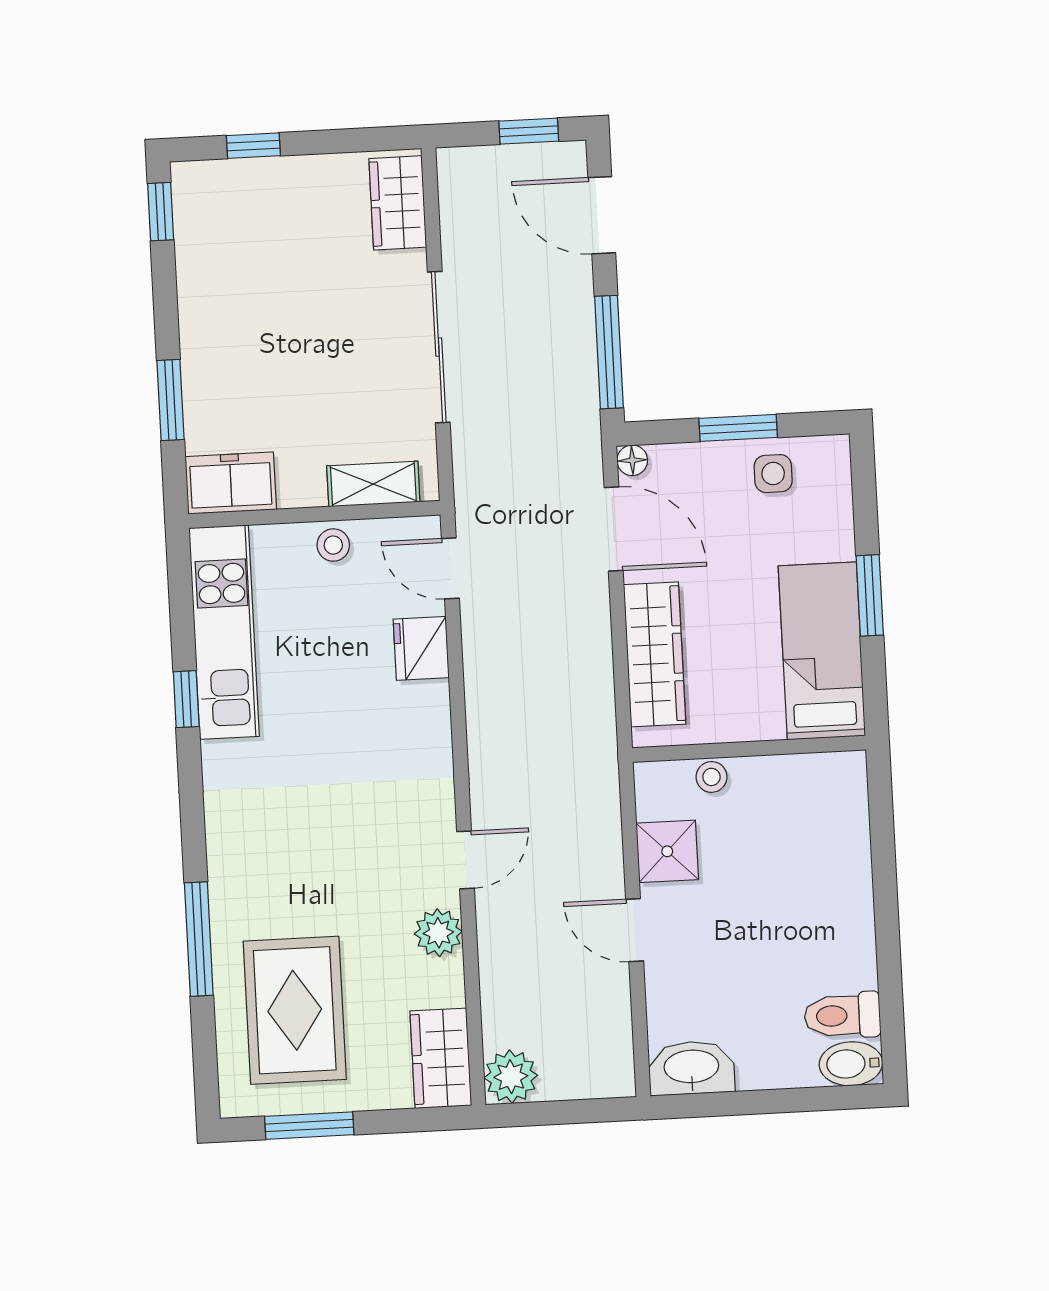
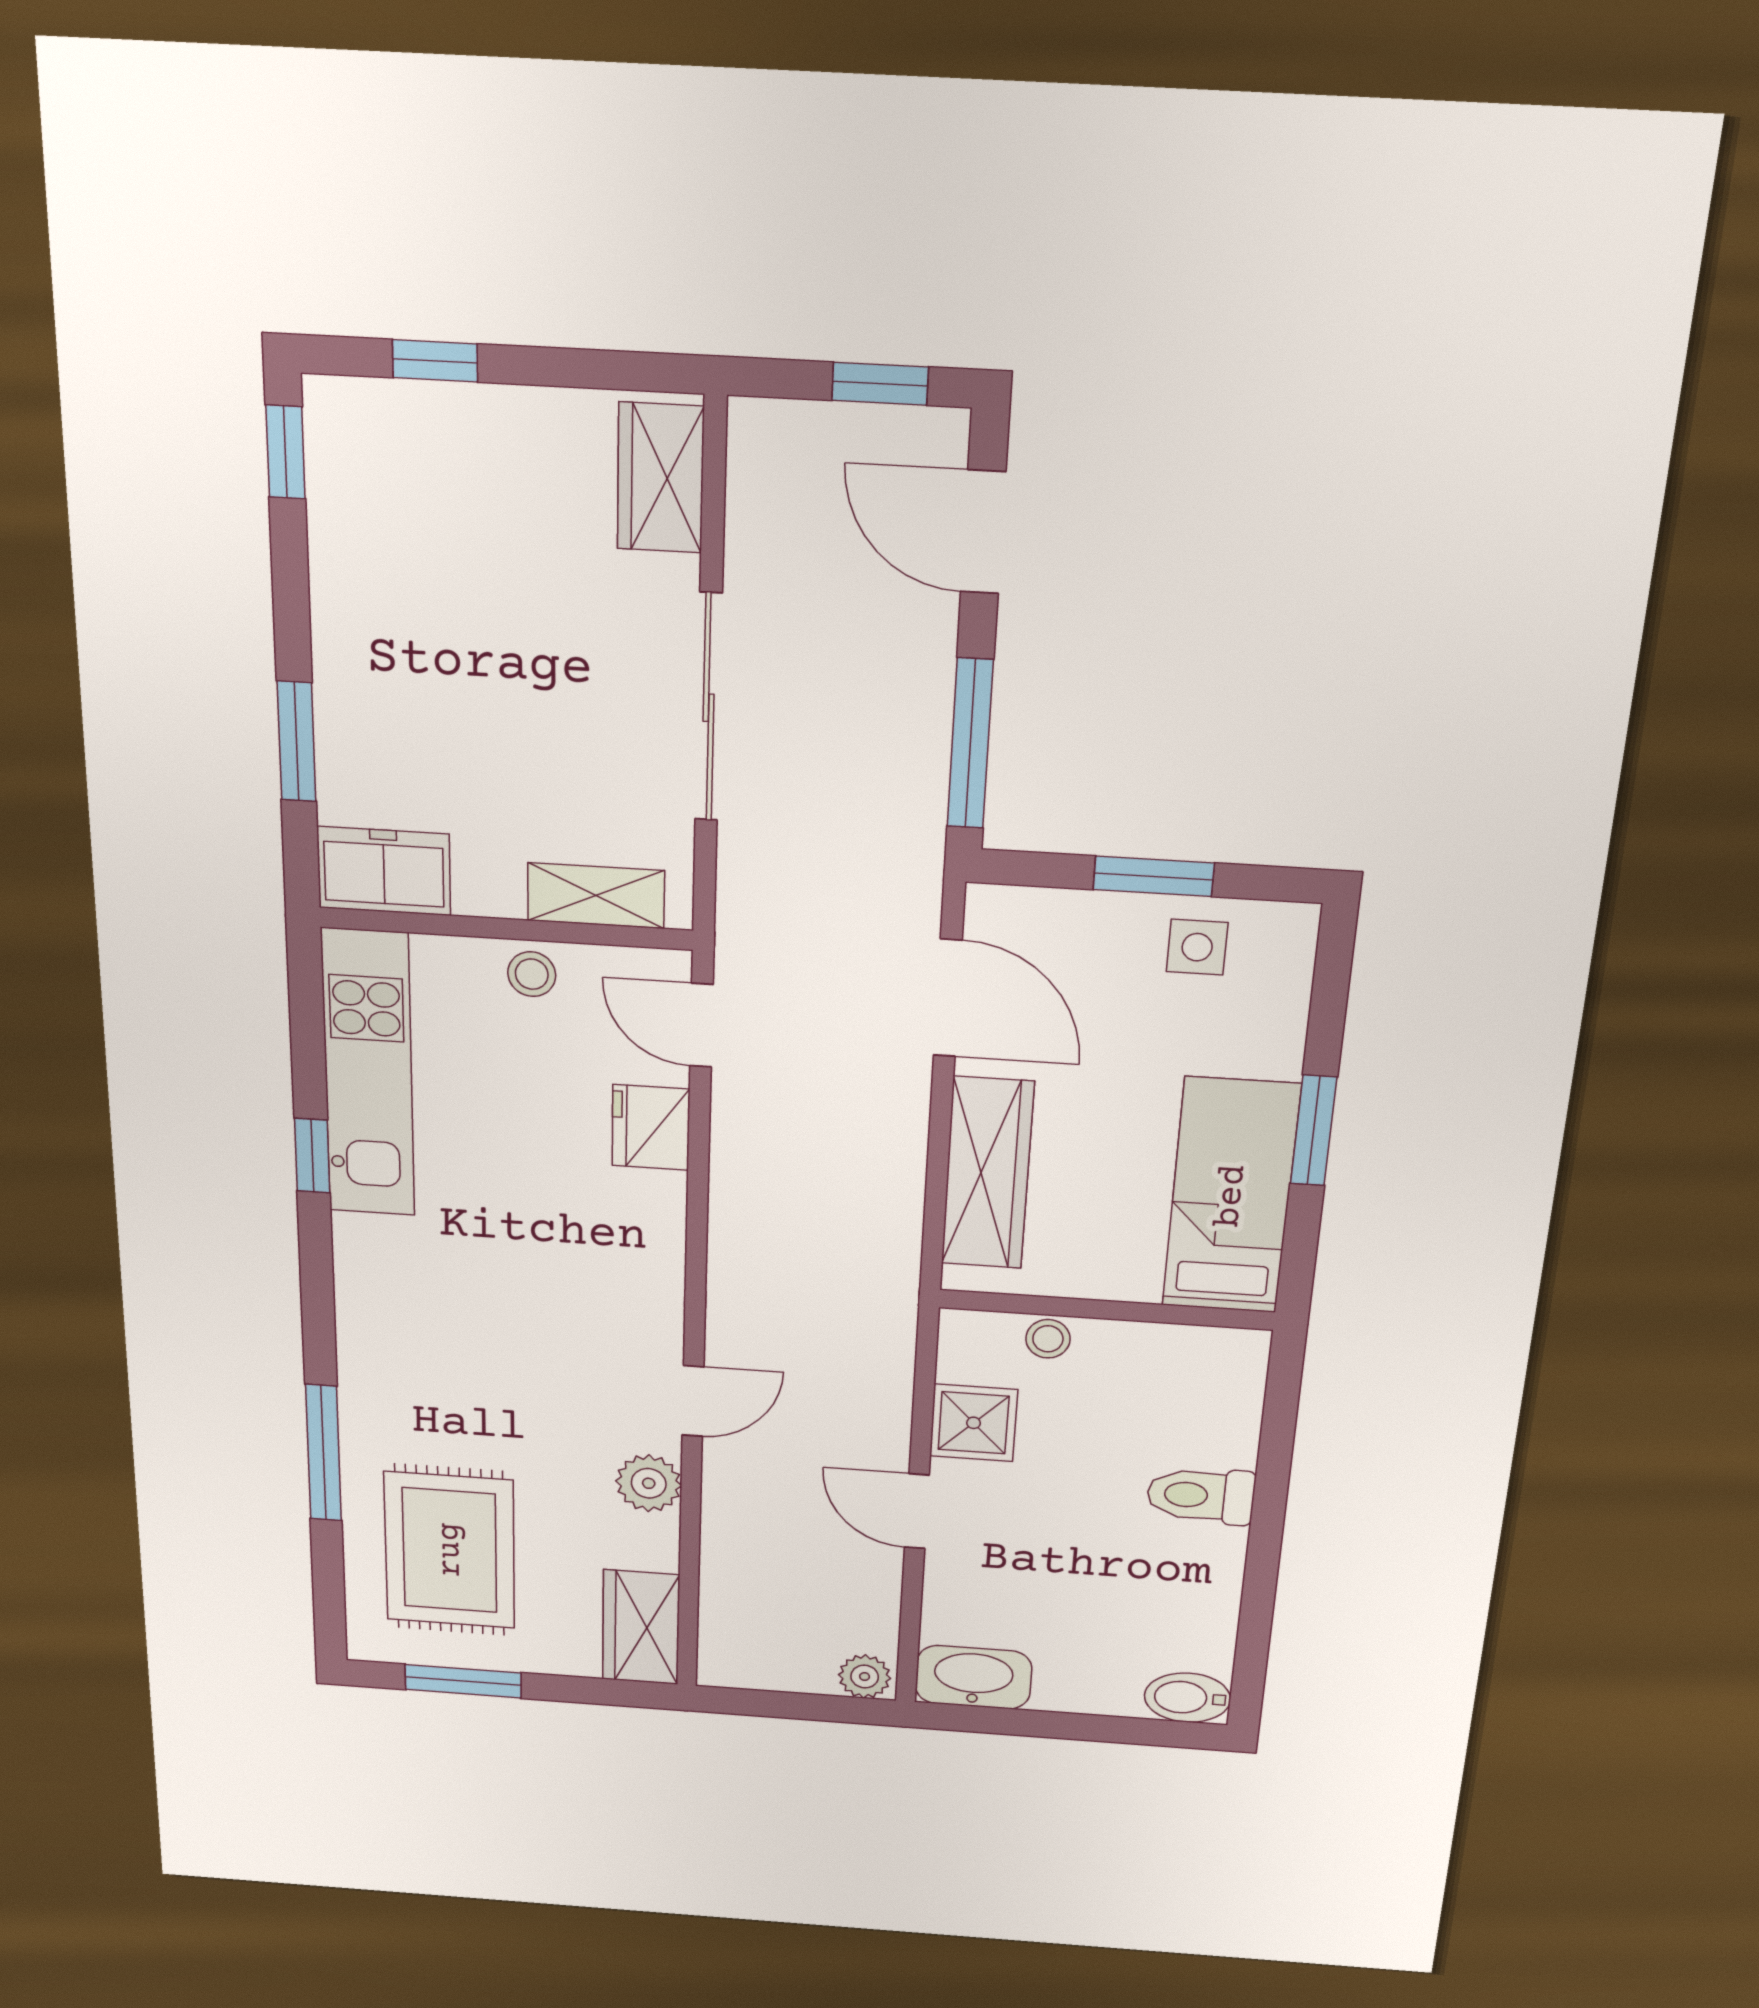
floor lamp: (632, 460) -> (987, 905), removed
toilet: (842, 1015) -> (1201, 1496), moved
plant: (511, 1077) -> (865, 1677), moved, width x0.73, depth x0.73

